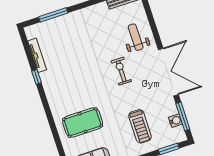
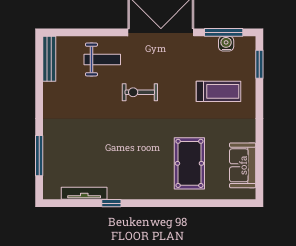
weight bench: (136, 37) -> (102, 59), turned 180

